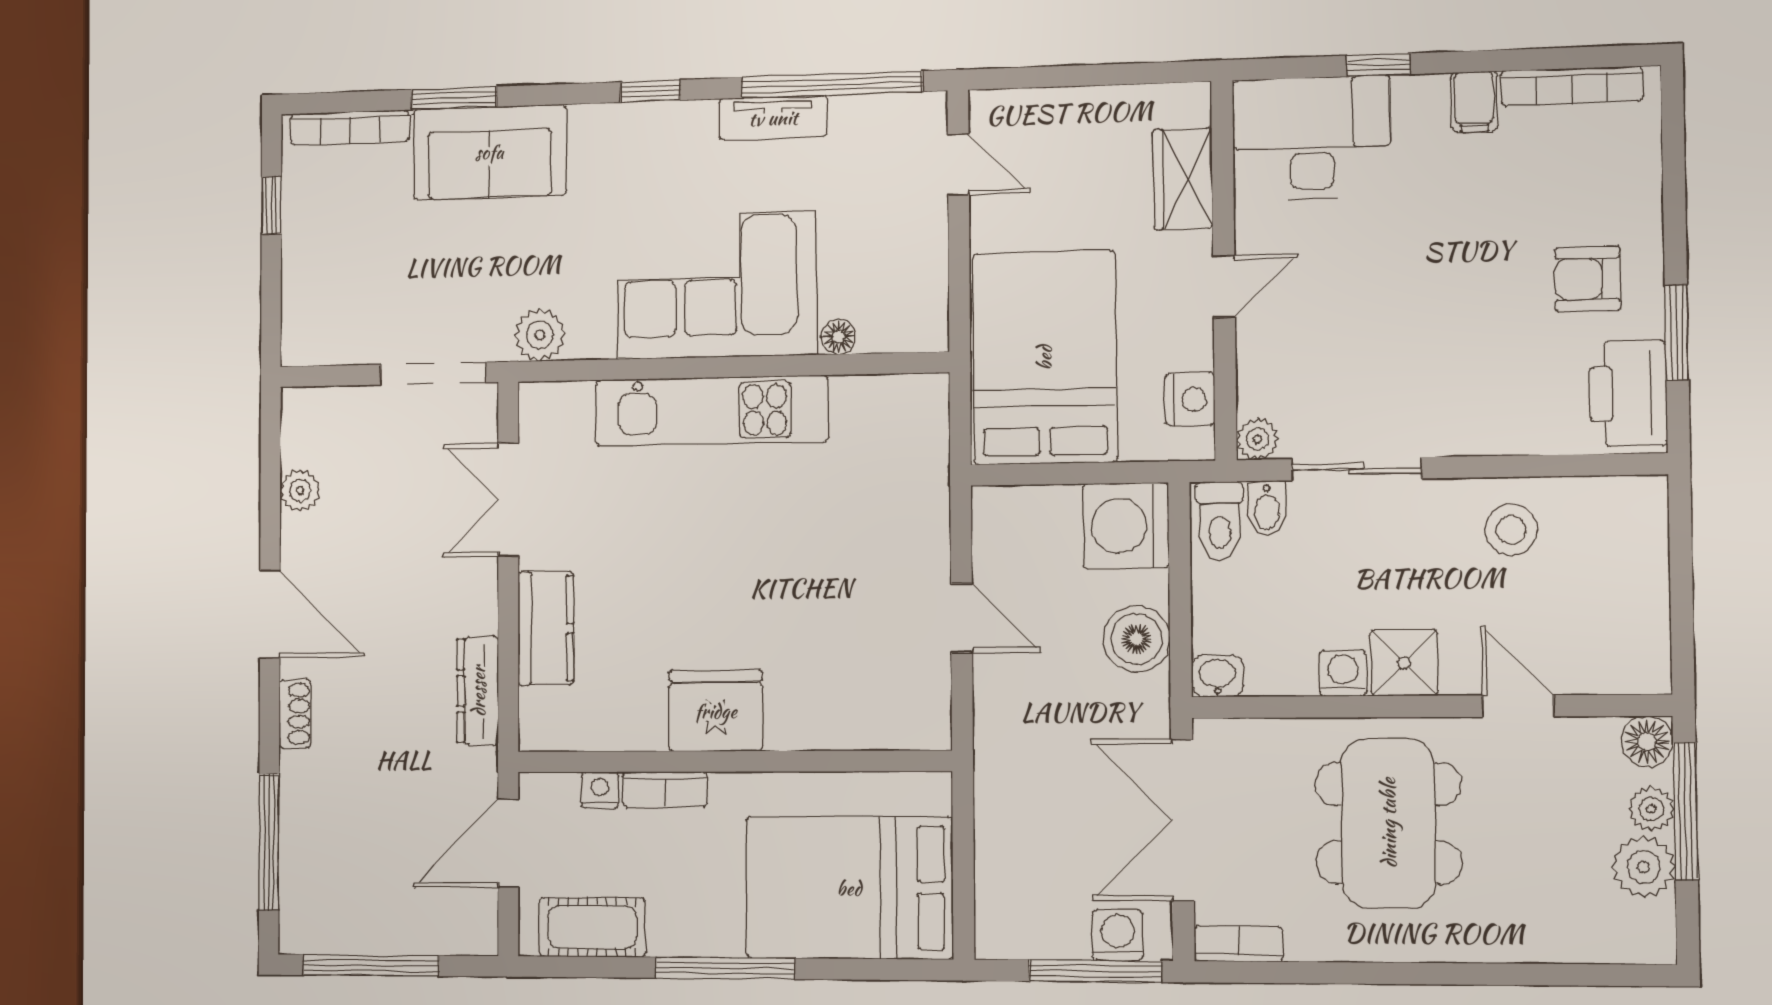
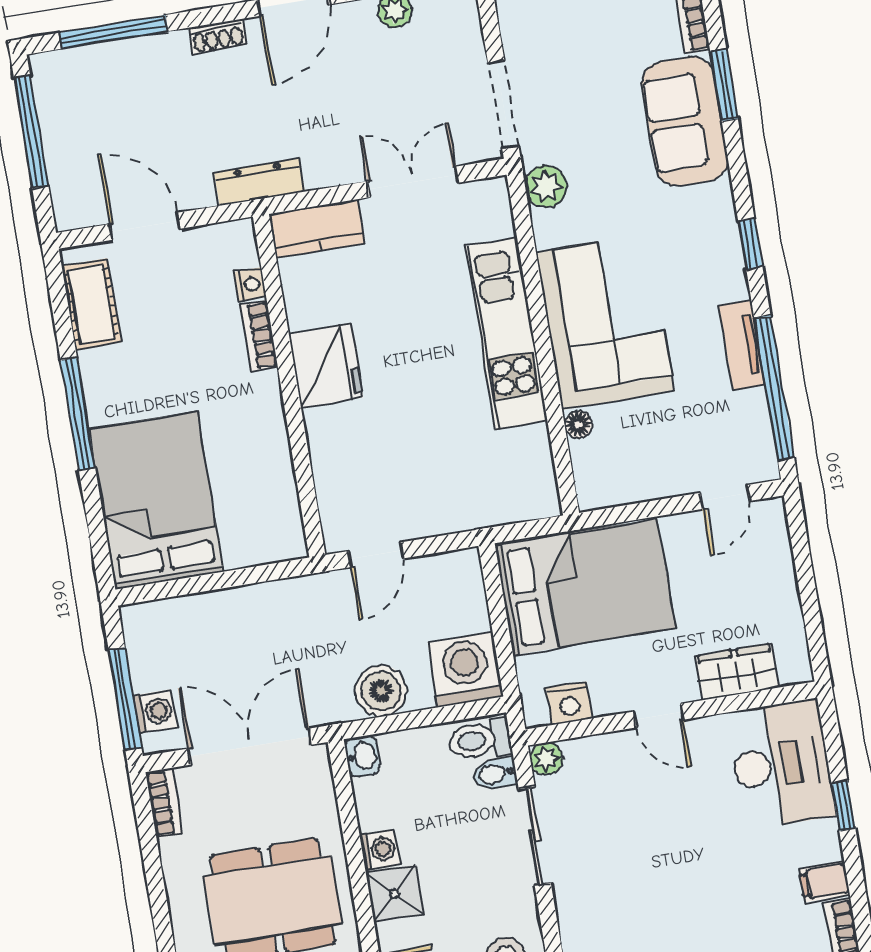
fridge: (716, 711) -> (326, 366), moved
wall: (733, 761) -> (289, 386), moved
bookcase: (665, 789) -> (259, 336), moved
nightstand: (600, 790) -> (250, 284), moved

